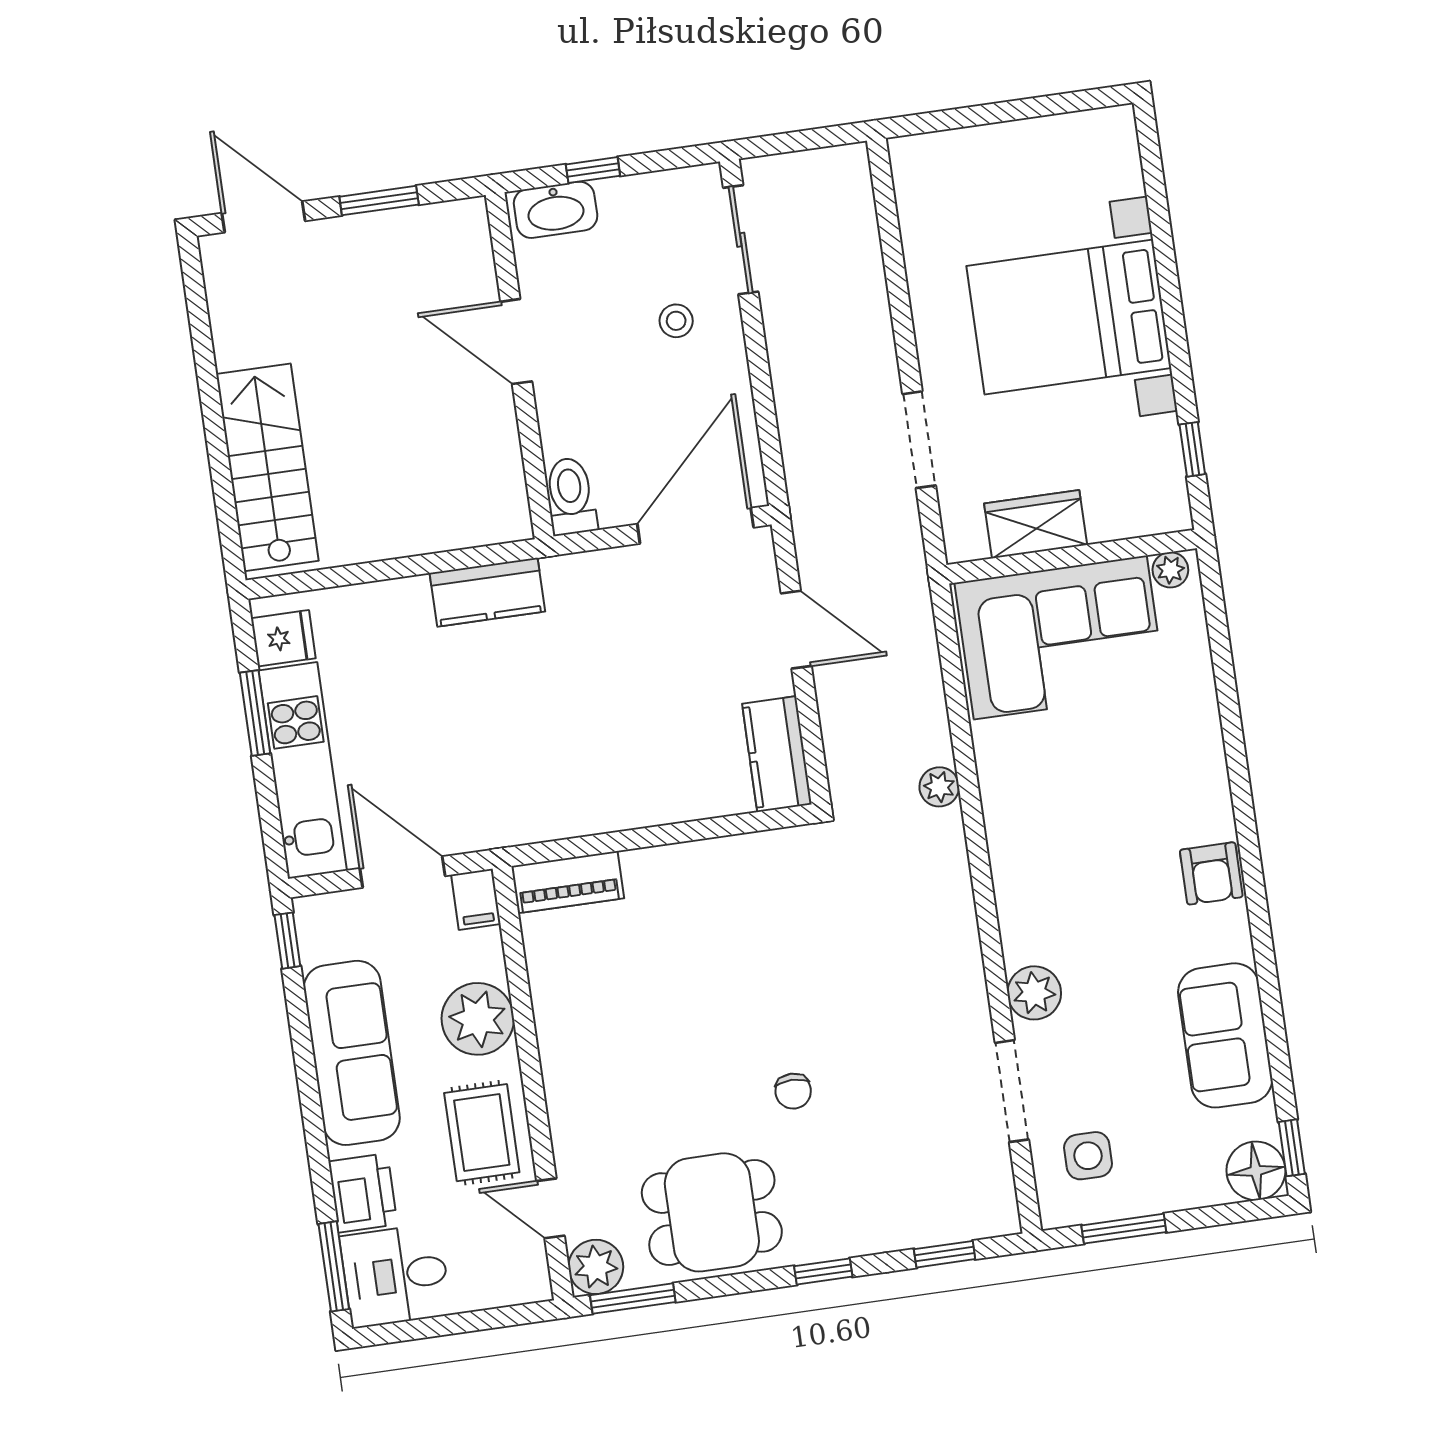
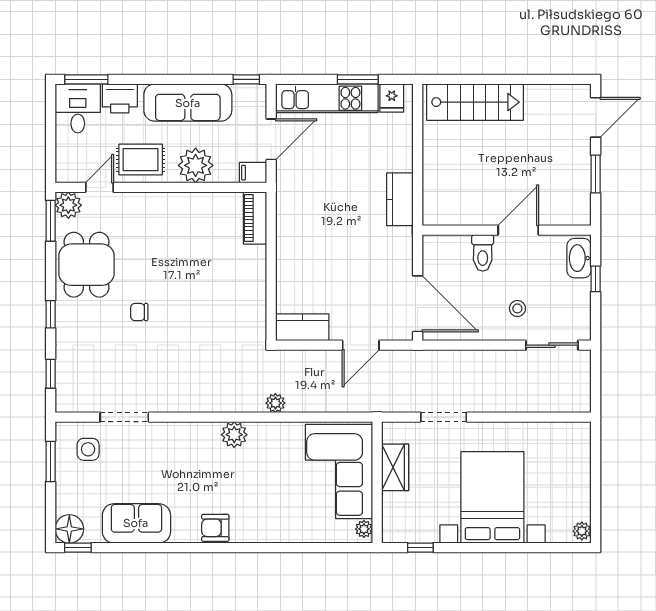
plant: (1111, 125) -> (582, 531), added
toilet: (571, 496) -> (483, 253), moved, turned 90
plant: (1034, 993) -> (234, 435), moved

